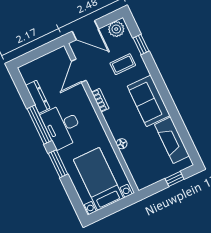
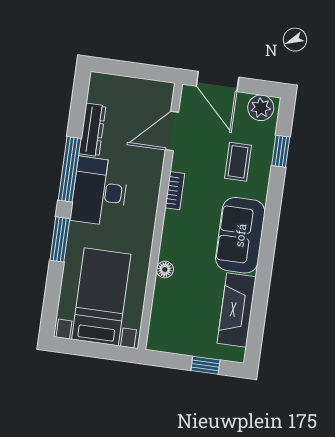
coffee table: (123, 64) -> (238, 162), turned 90

